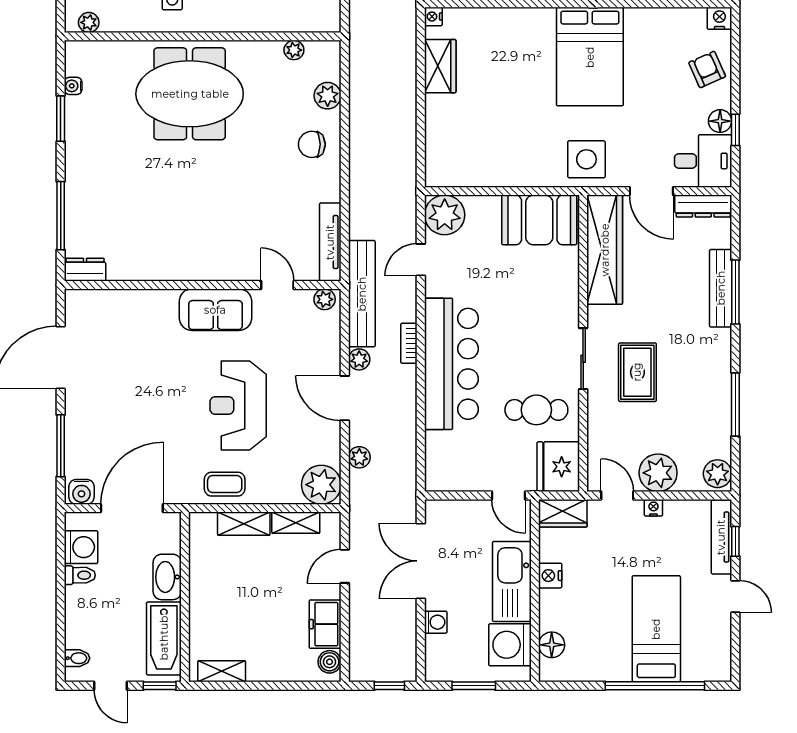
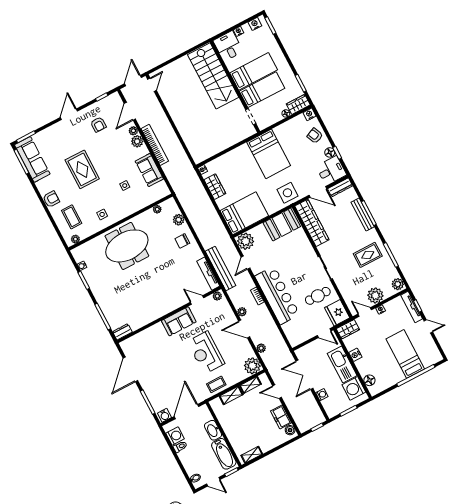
bed: (473, 155) -> (244, 213), added
bench: (362, 294) -> (220, 268), moved
rug: (637, 372) -> (368, 255), moved, turned 90
door: (345, 566) -> (277, 392), hinge flipped

